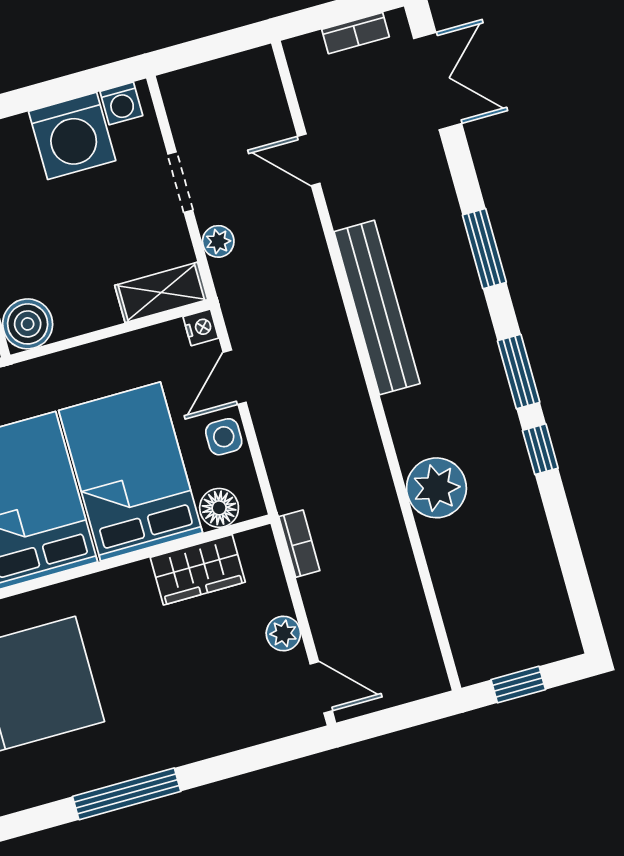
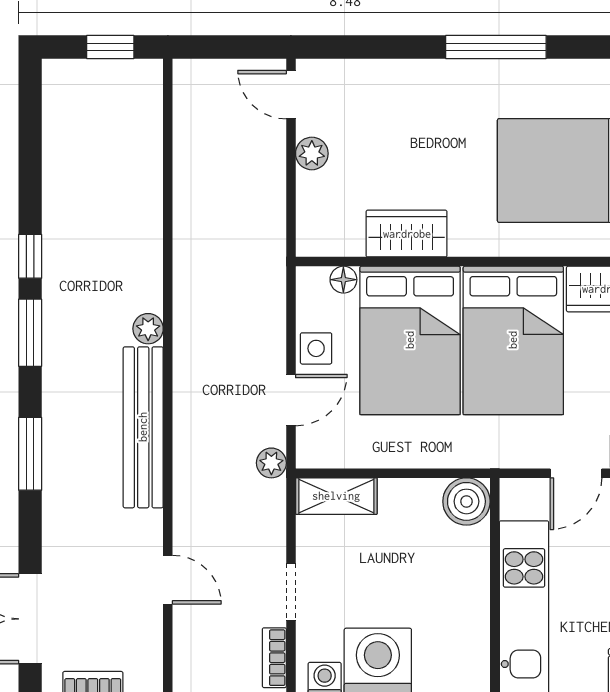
plant: (218, 241) -> (271, 463), moved
nightstand: (201, 327) -> (309, 454), removed
plant: (436, 488) -> (148, 329), moved, width x0.53, depth x0.53
floor lamp: (219, 508) -> (343, 280), width x0.73, depth x0.73
bookcase: (299, 544) -> (274, 658), moved
wardrobe: (198, 570) -> (407, 234), moved

